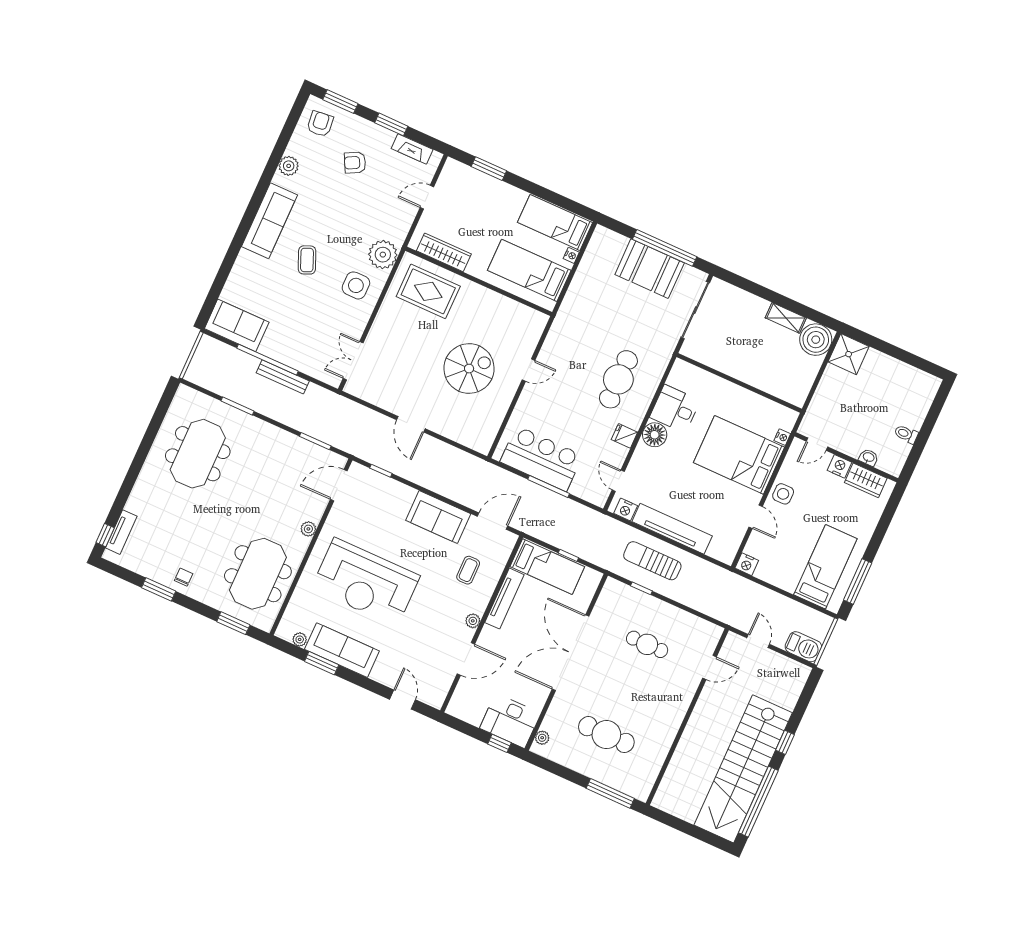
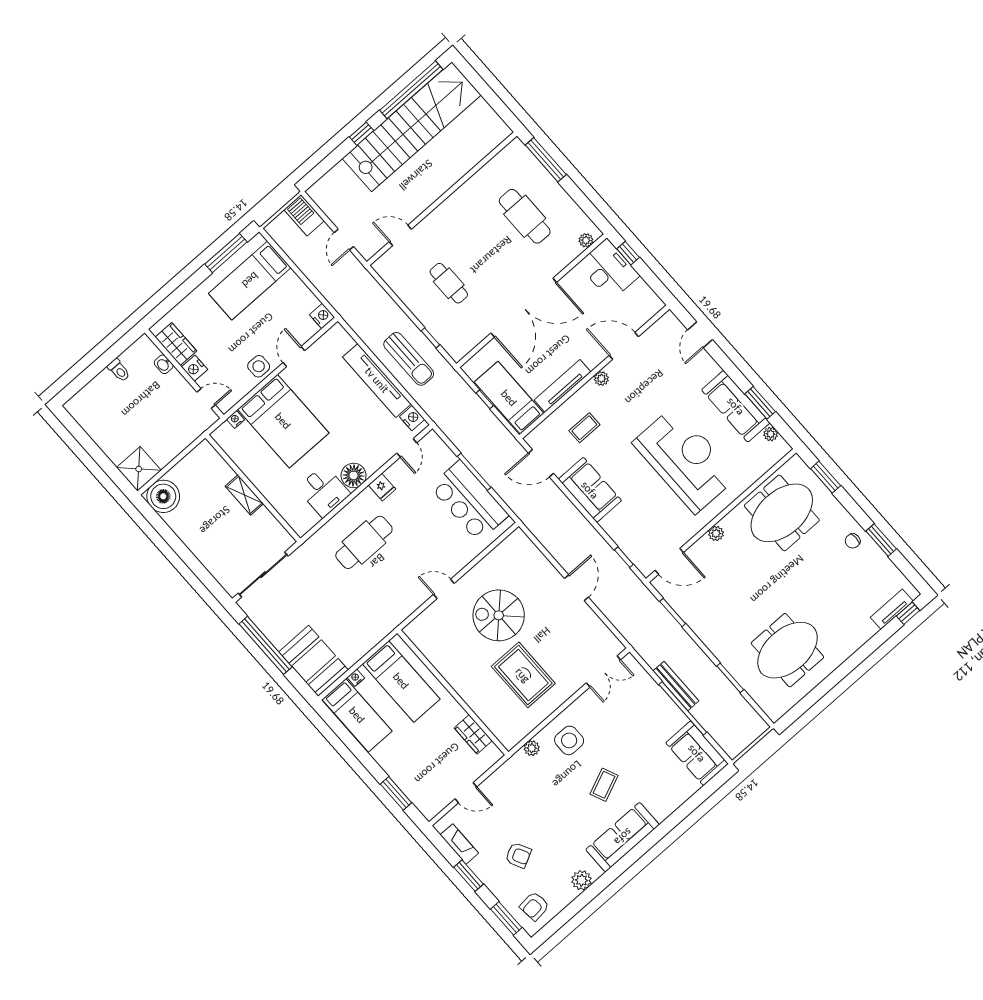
wardrobe: (444, 252) -> (473, 734), width x0.67
plant: (383, 255) -> (532, 748), width x0.53, depth x0.53
booth: (650, 269) -> (313, 661), moved
rug: (428, 291) -> (523, 675), moved
shelving: (786, 318) -> (244, 495), moved

